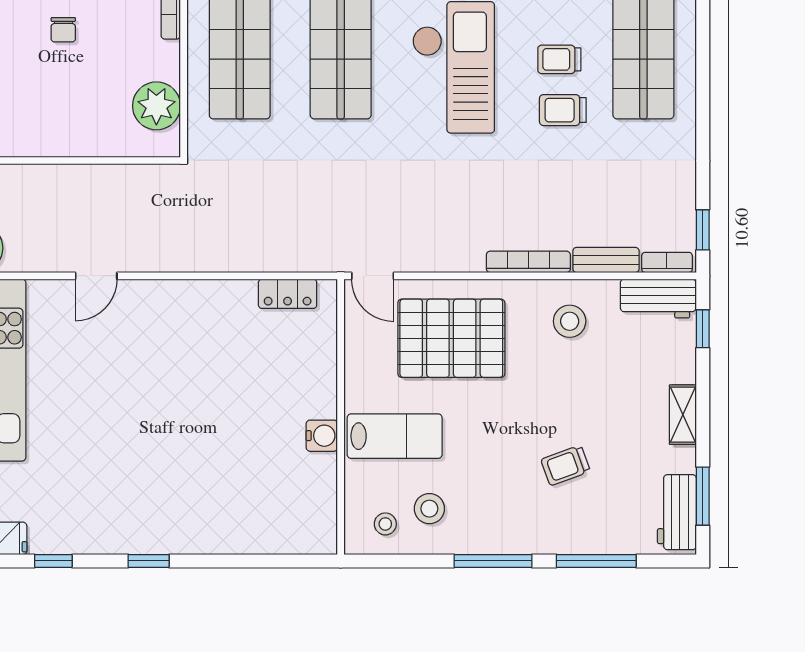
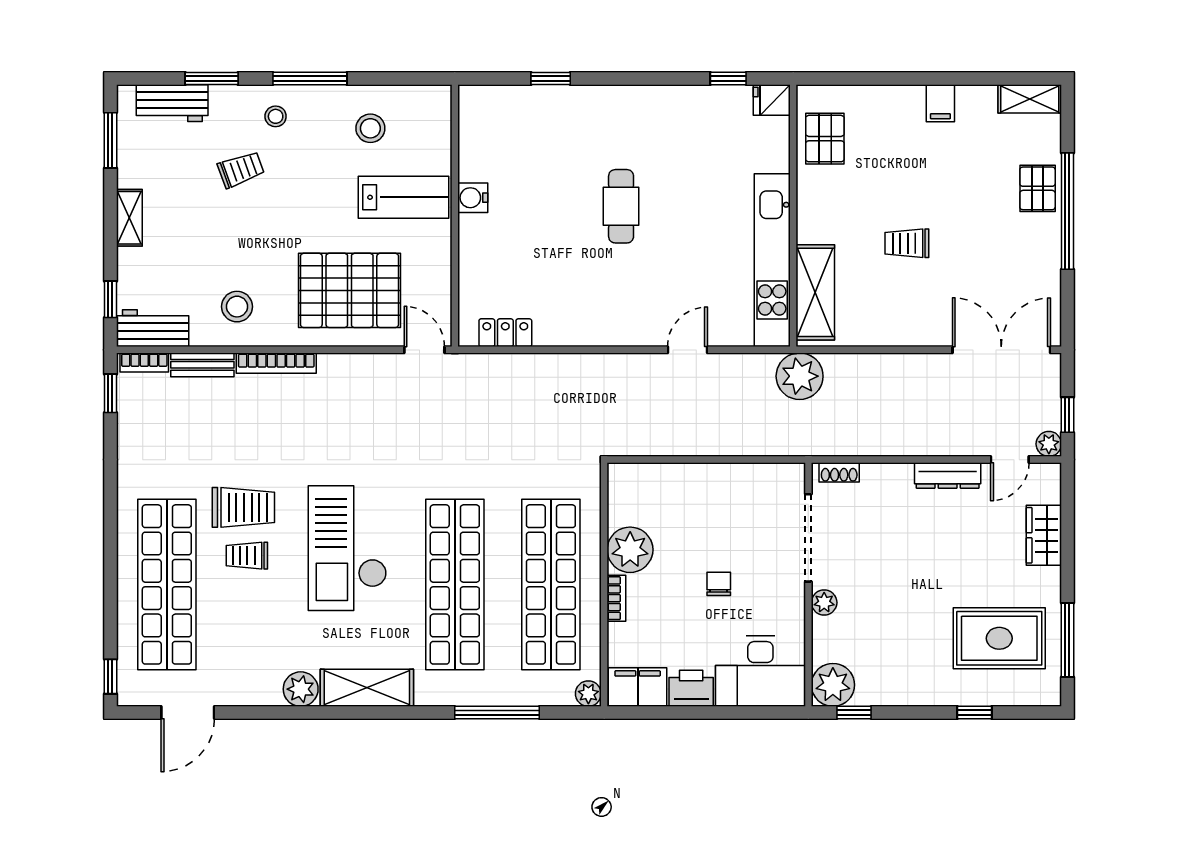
trolley: (559, 59) -> (247, 556), turned 180
plant: (156, 106) -> (630, 550), moved
trolley: (563, 110) -> (243, 507), width x1.36, depth x1.39
cafe table: (166, 427) -> (621, 206), added
lab bench: (395, 436) -> (403, 197), turned 180
workbench: (677, 512) -> (172, 103), moved, turned 90
stool: (385, 524) -> (276, 116), moved
window: (149, 561) -> (551, 79), moved
window: (596, 561) -> (212, 79), width x0.69

